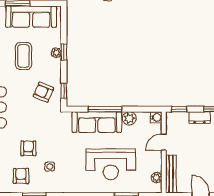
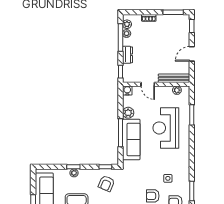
reception desk: (111, 164) -> (166, 128), turned 180

